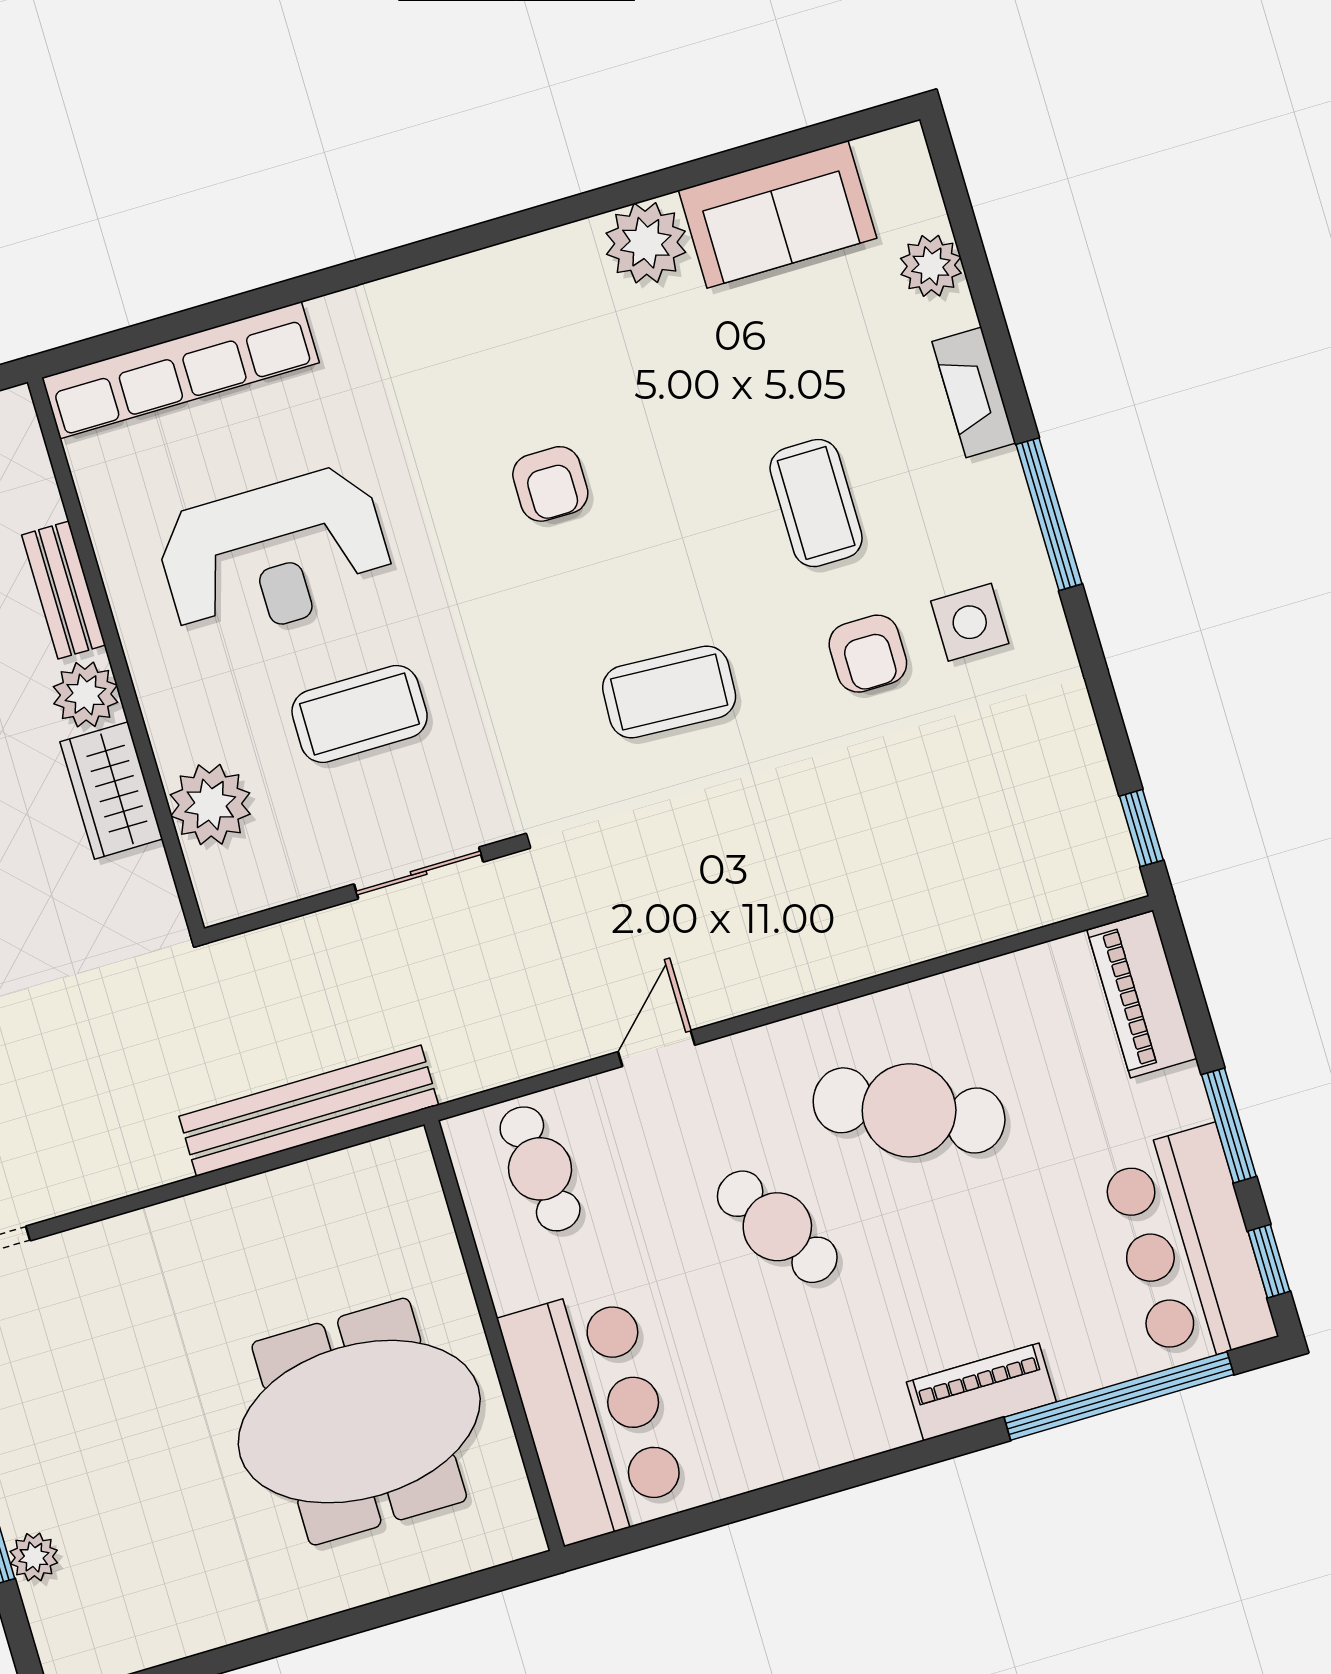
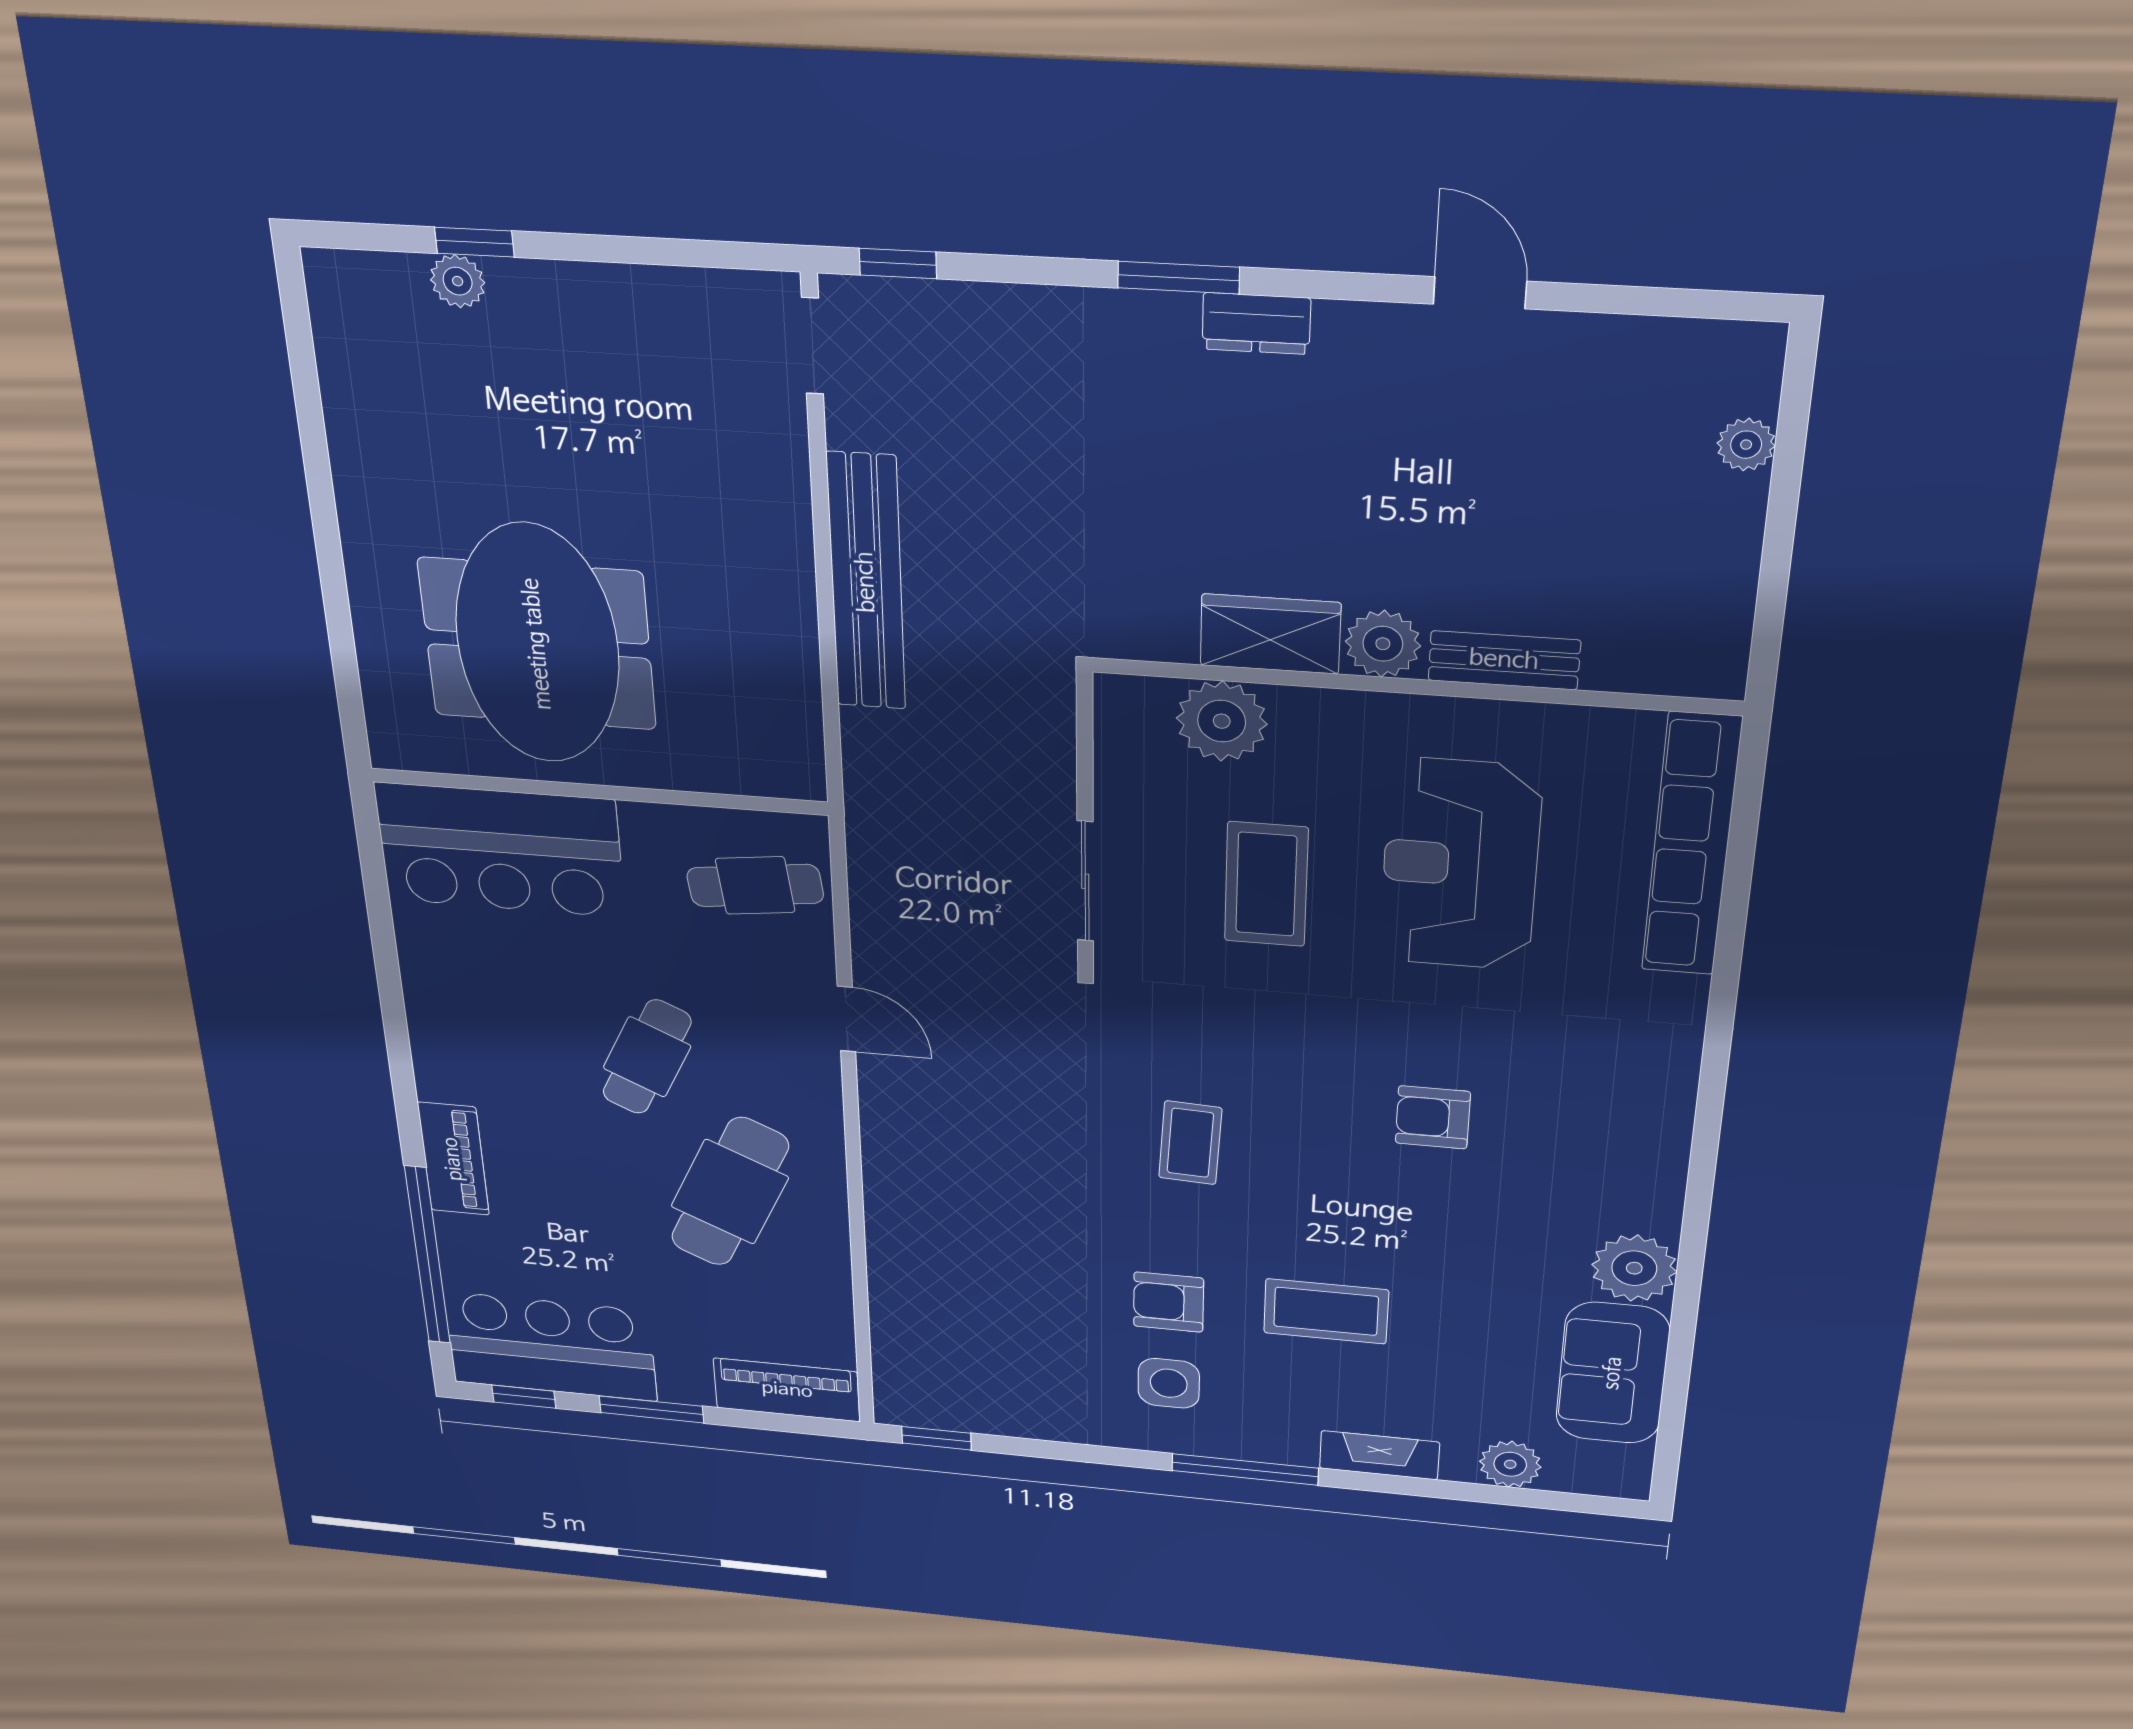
coffee table: (669, 692) -> (1190, 1143), width x0.73, depth x0.77
bench: (309, 1111) -> (866, 582), moved
cafe table: (777, 1227) -> (647, 1057), turned -32

